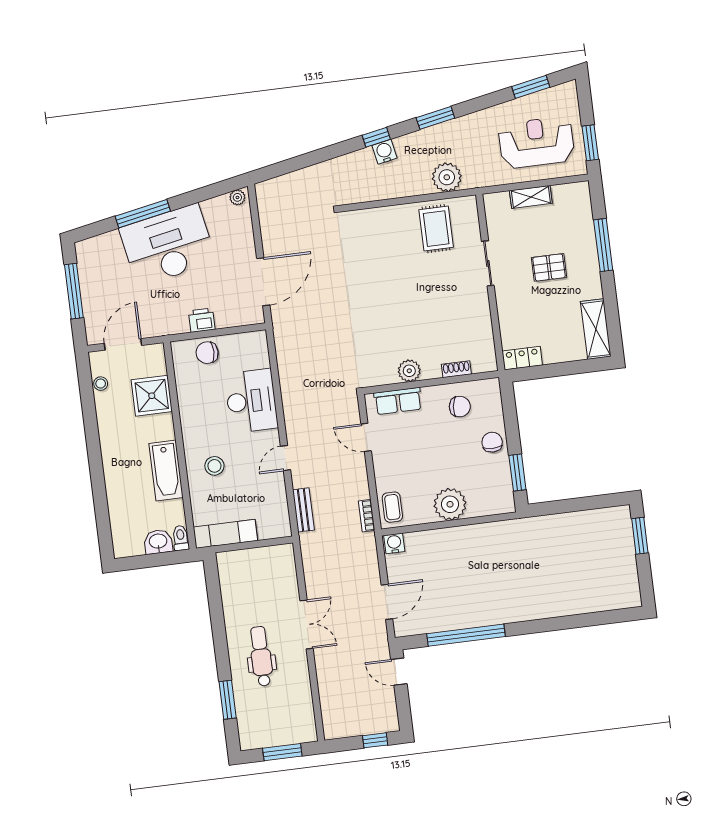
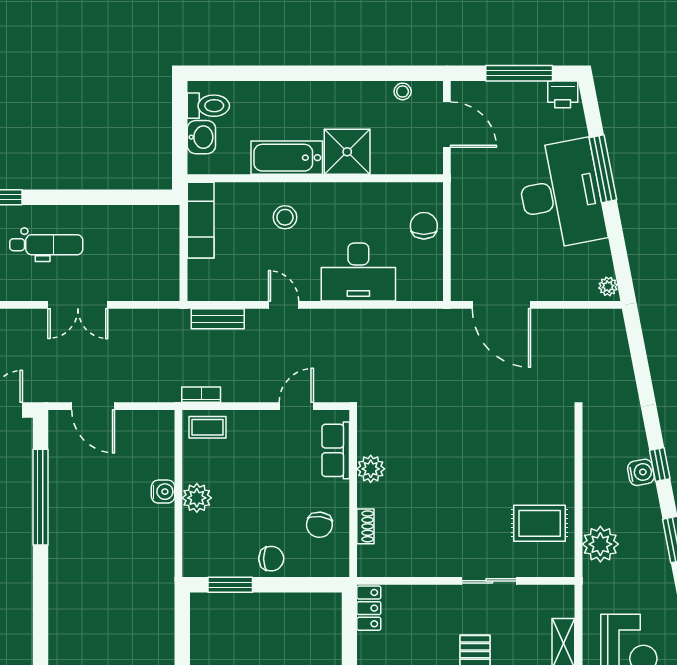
printer: (202, 320) -> (563, 94), moved, turned 90
shower: (152, 396) -> (347, 152), moved
plant: (450, 504) -> (197, 498), width x0.73, depth x0.73
toilet: (181, 538) -> (208, 106), moved, width x1.37, depth x1.39
water cooler: (394, 543) -> (163, 492), moved

